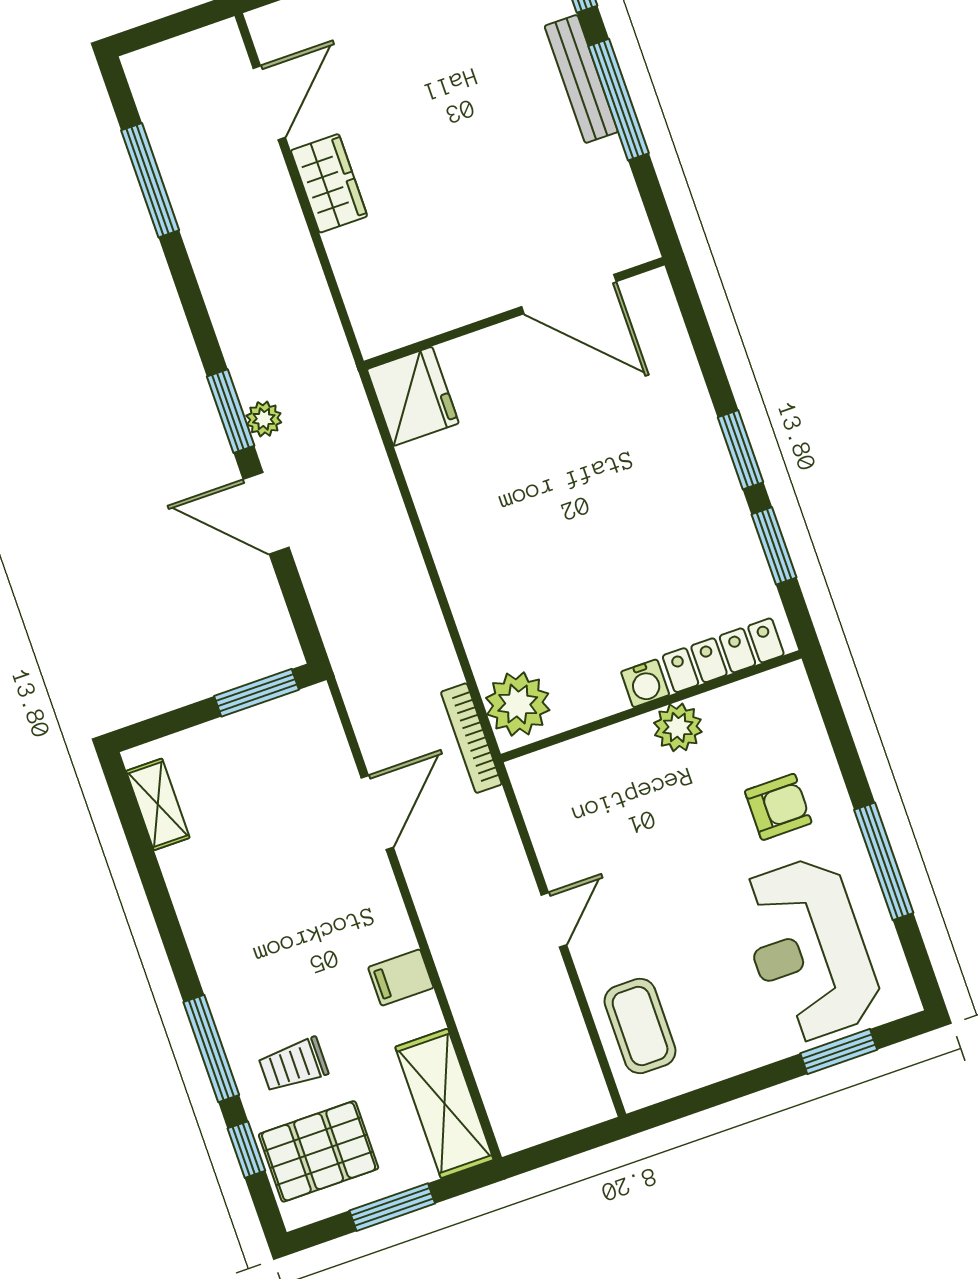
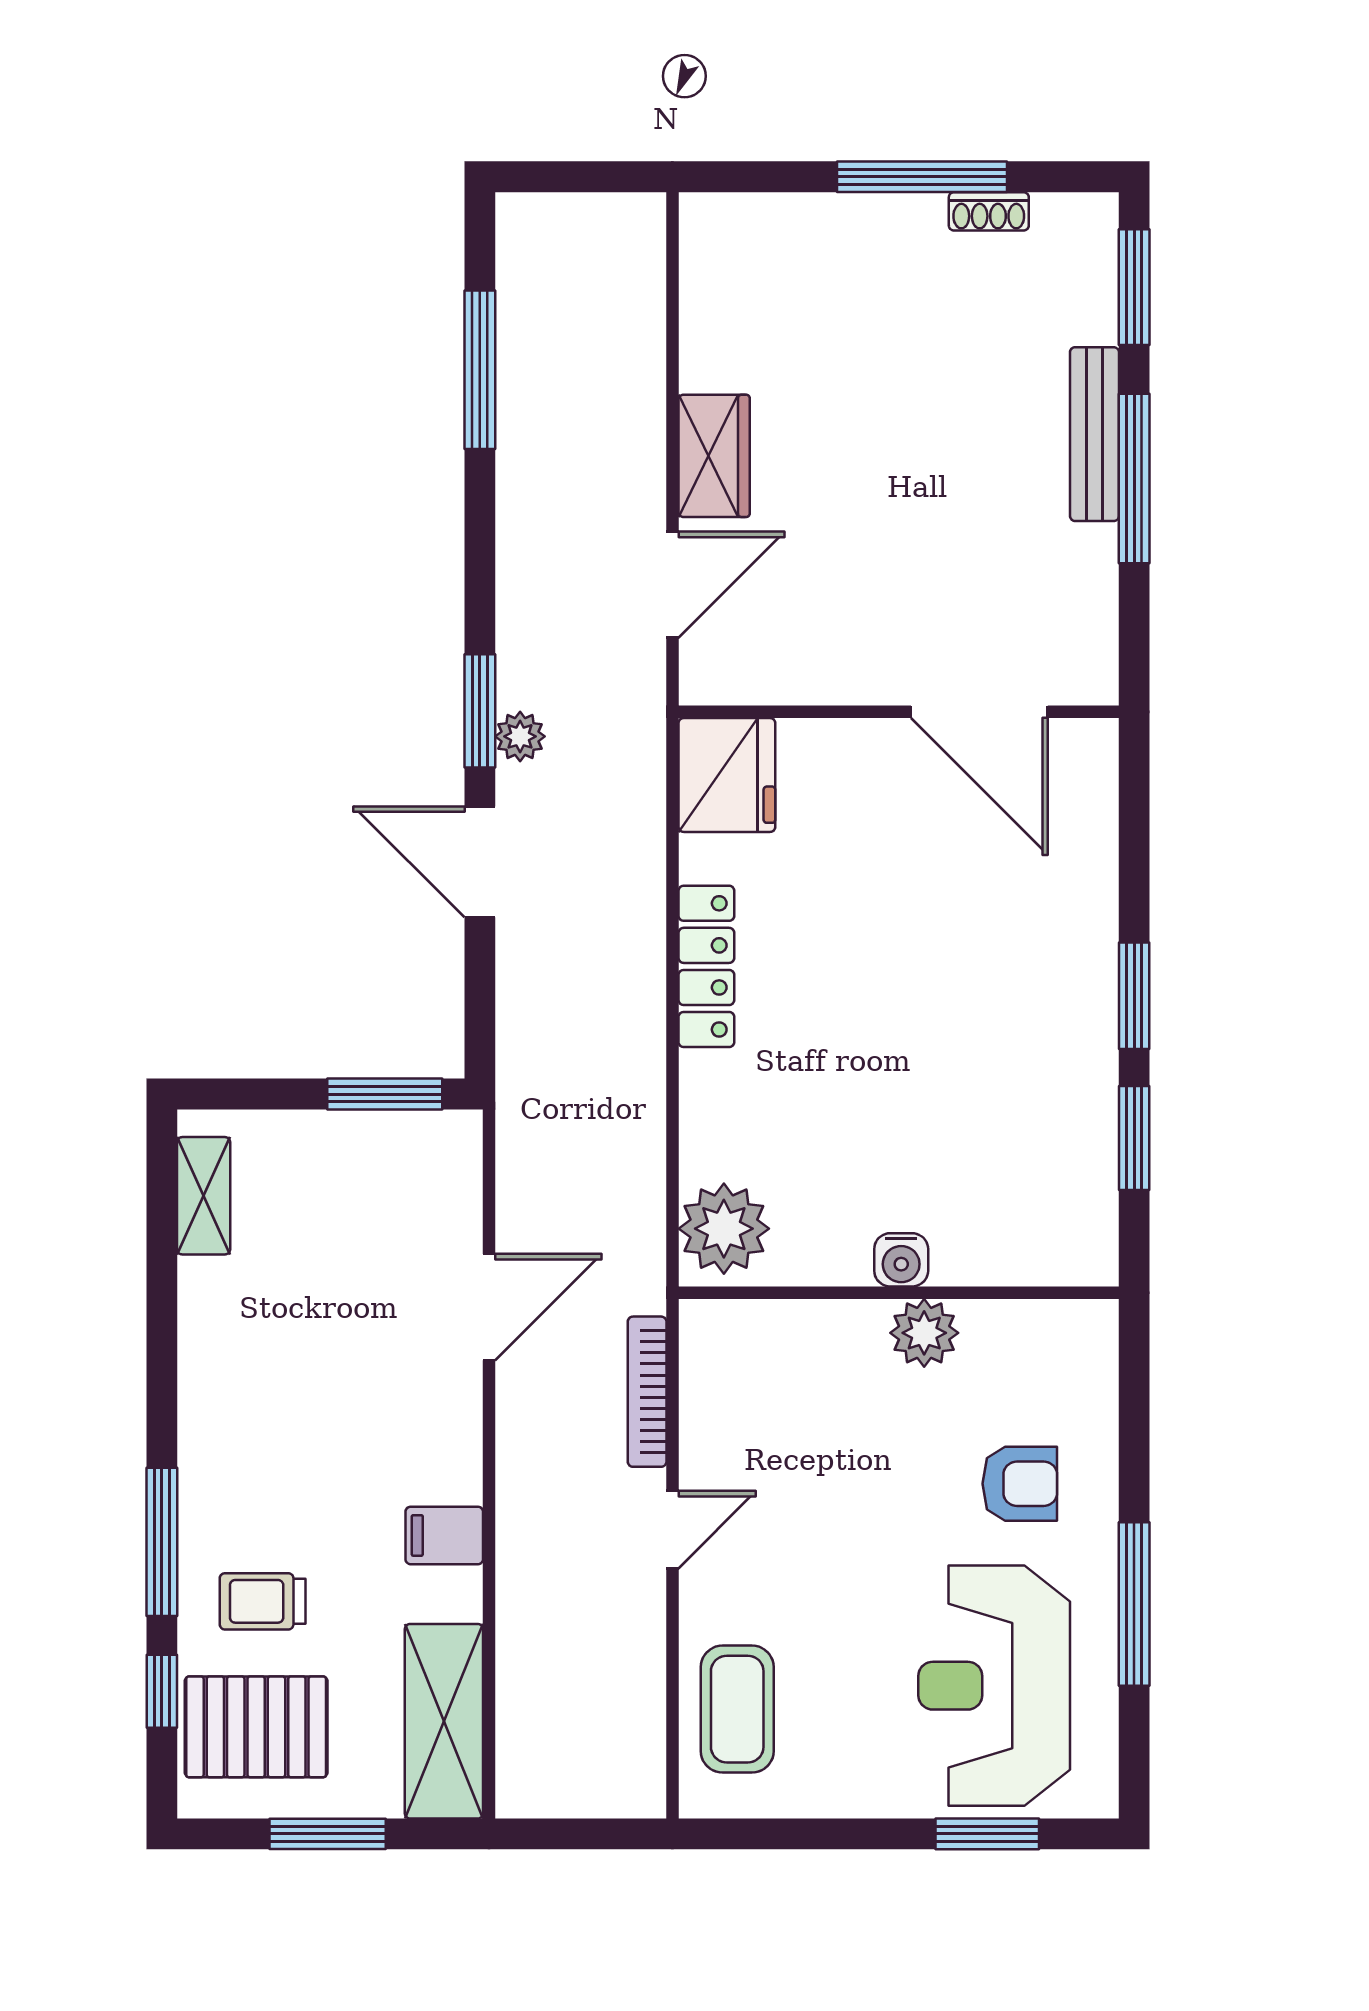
door: (269, 103) -> (672, 585), moved
locker: (723, 655) -> (706, 966), moved, turned 90
bookcase: (471, 738) -> (647, 1392), moved

